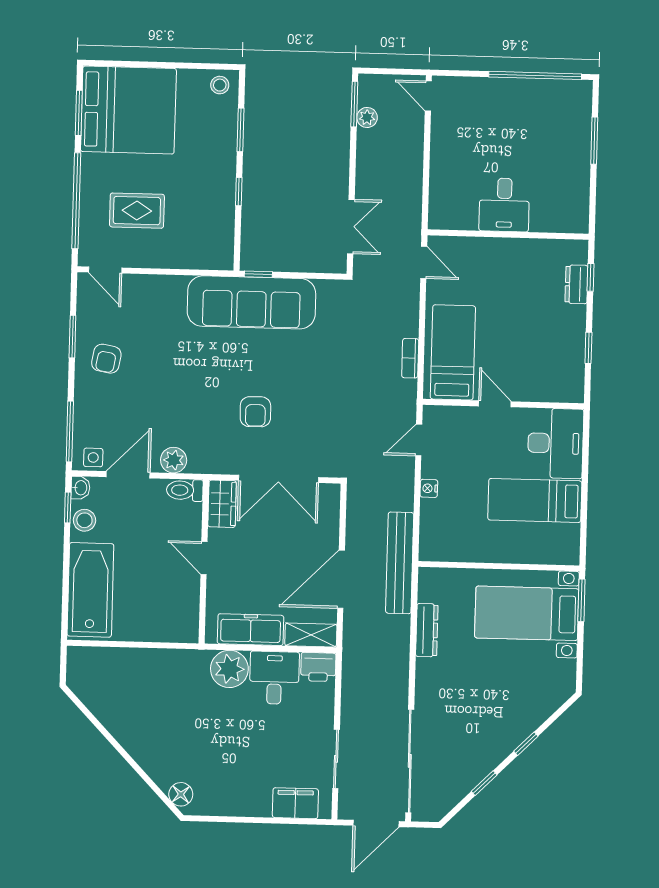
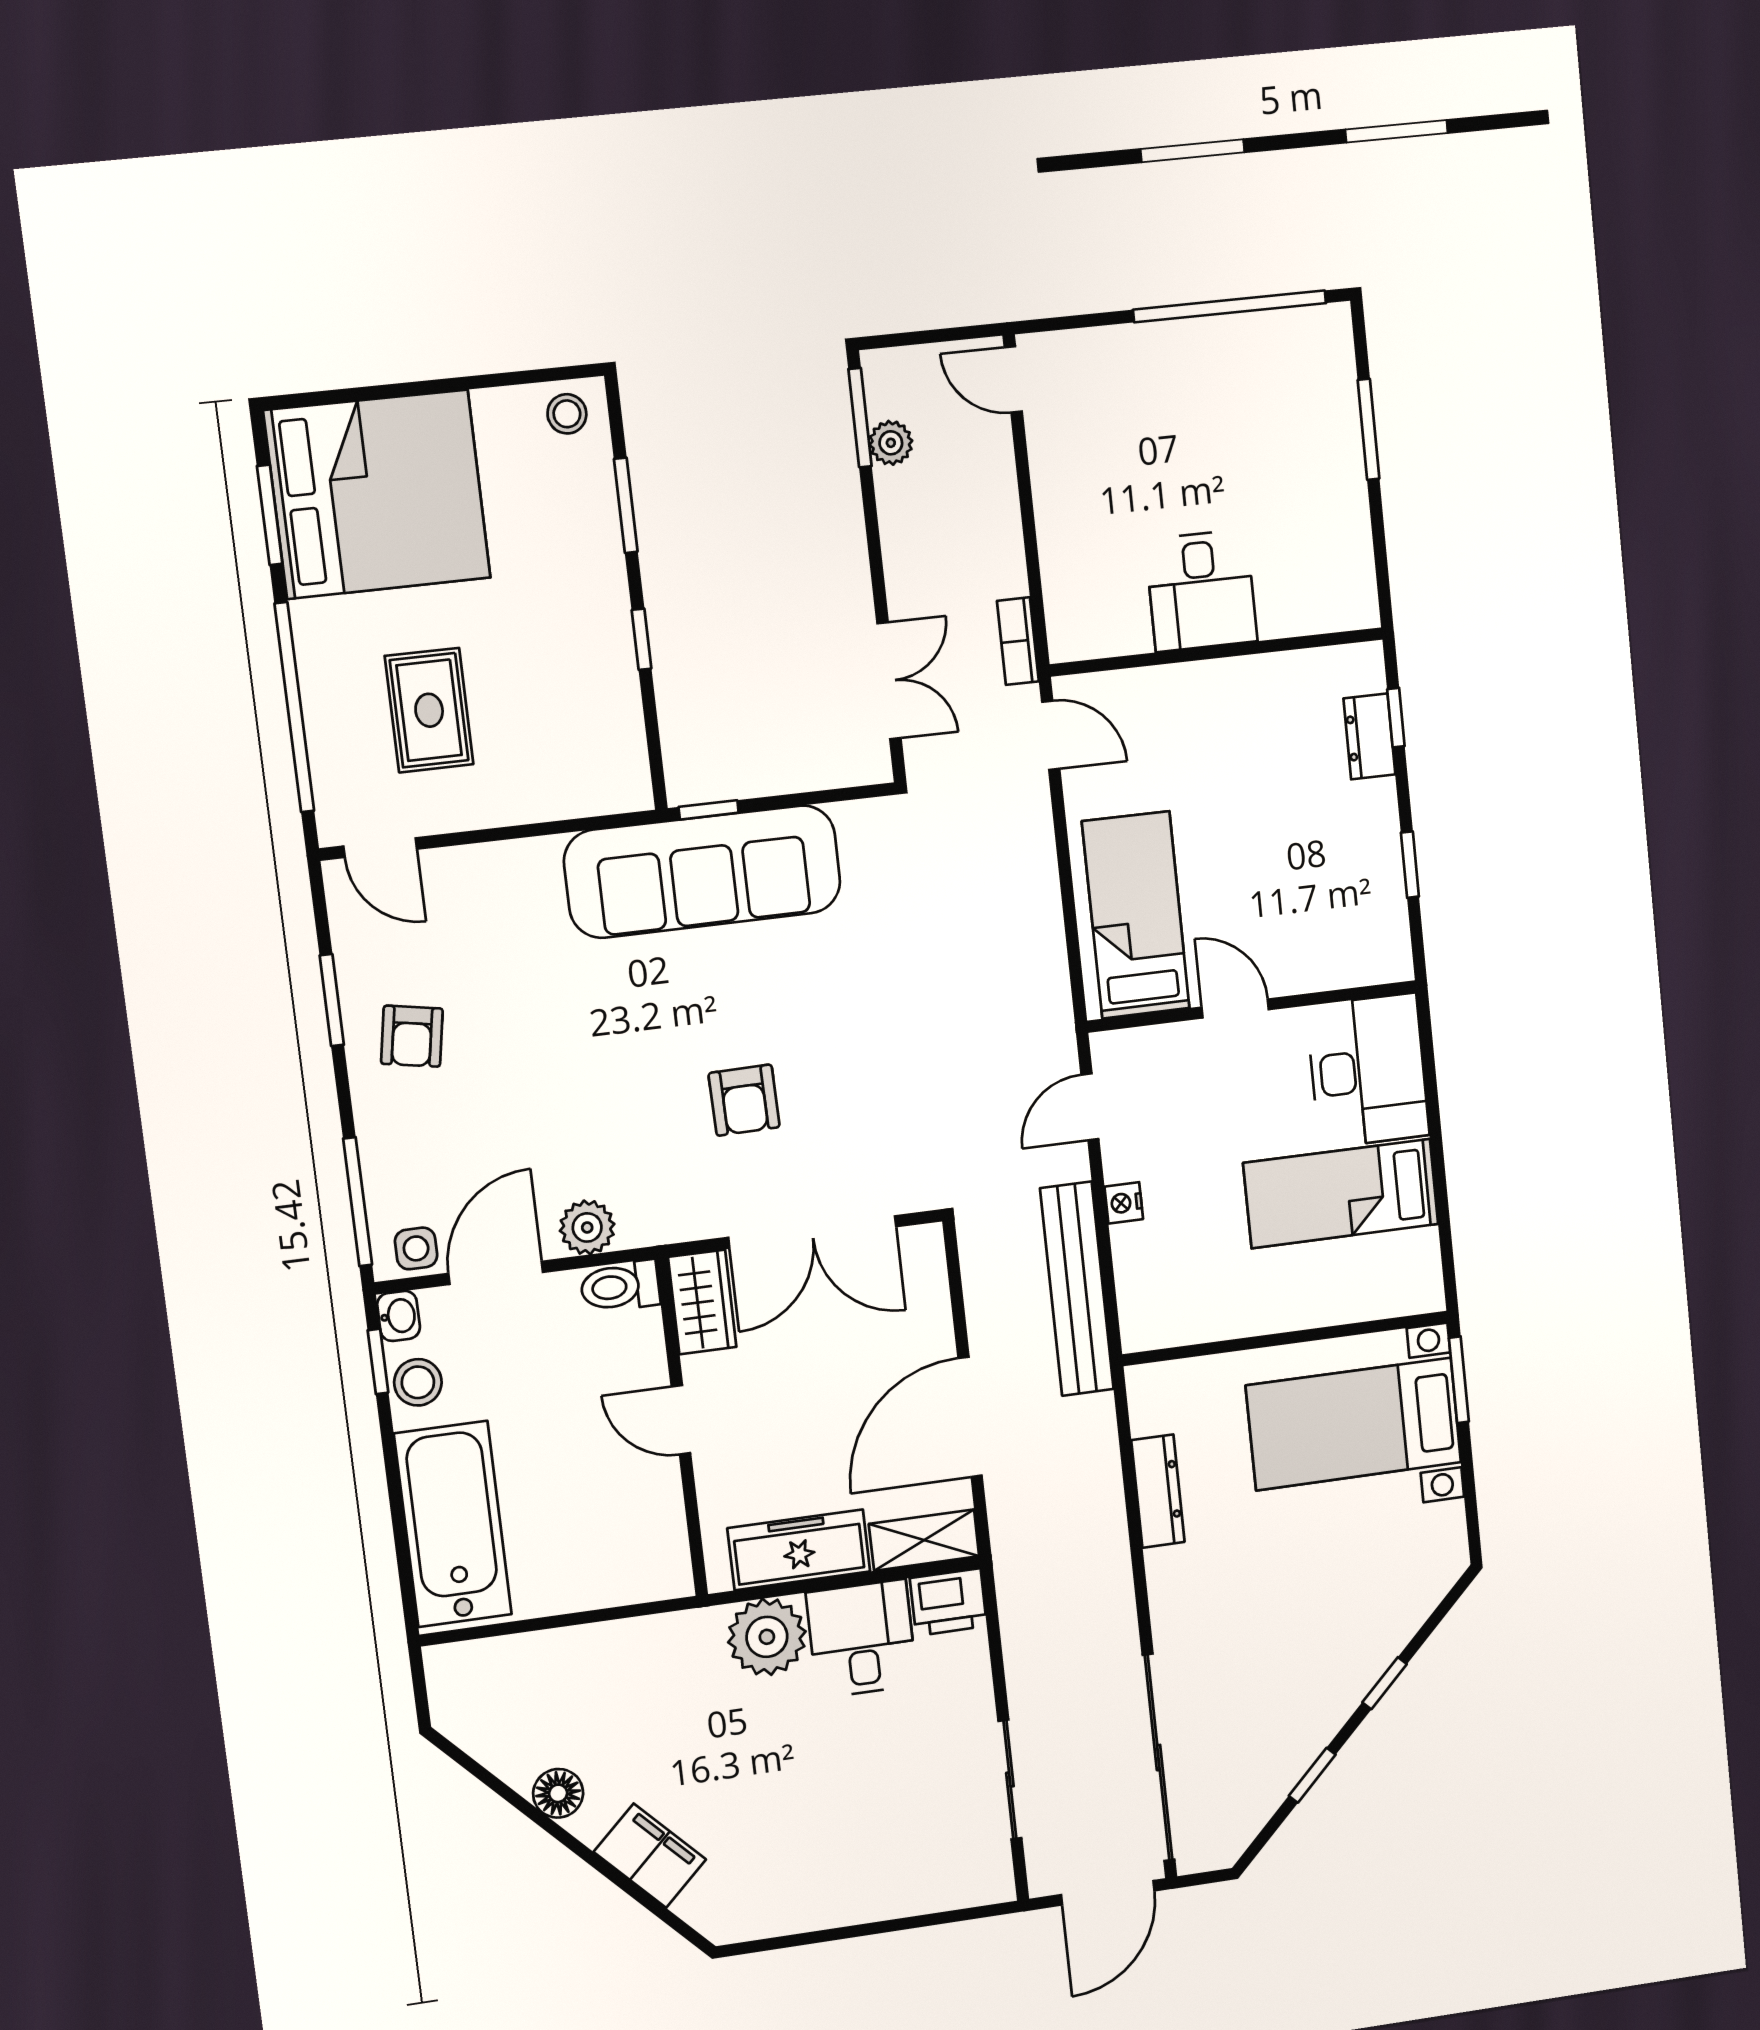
rug: (137, 211) -> (429, 710), turned 90
bookcase: (410, 358) -> (1018, 641), moved
bench: (400, 563) -> (1077, 1289), moved
floor lamp: (181, 794) -> (558, 1793), moved
filing cabinet: (295, 803) -> (650, 1856), moved, turned 46

